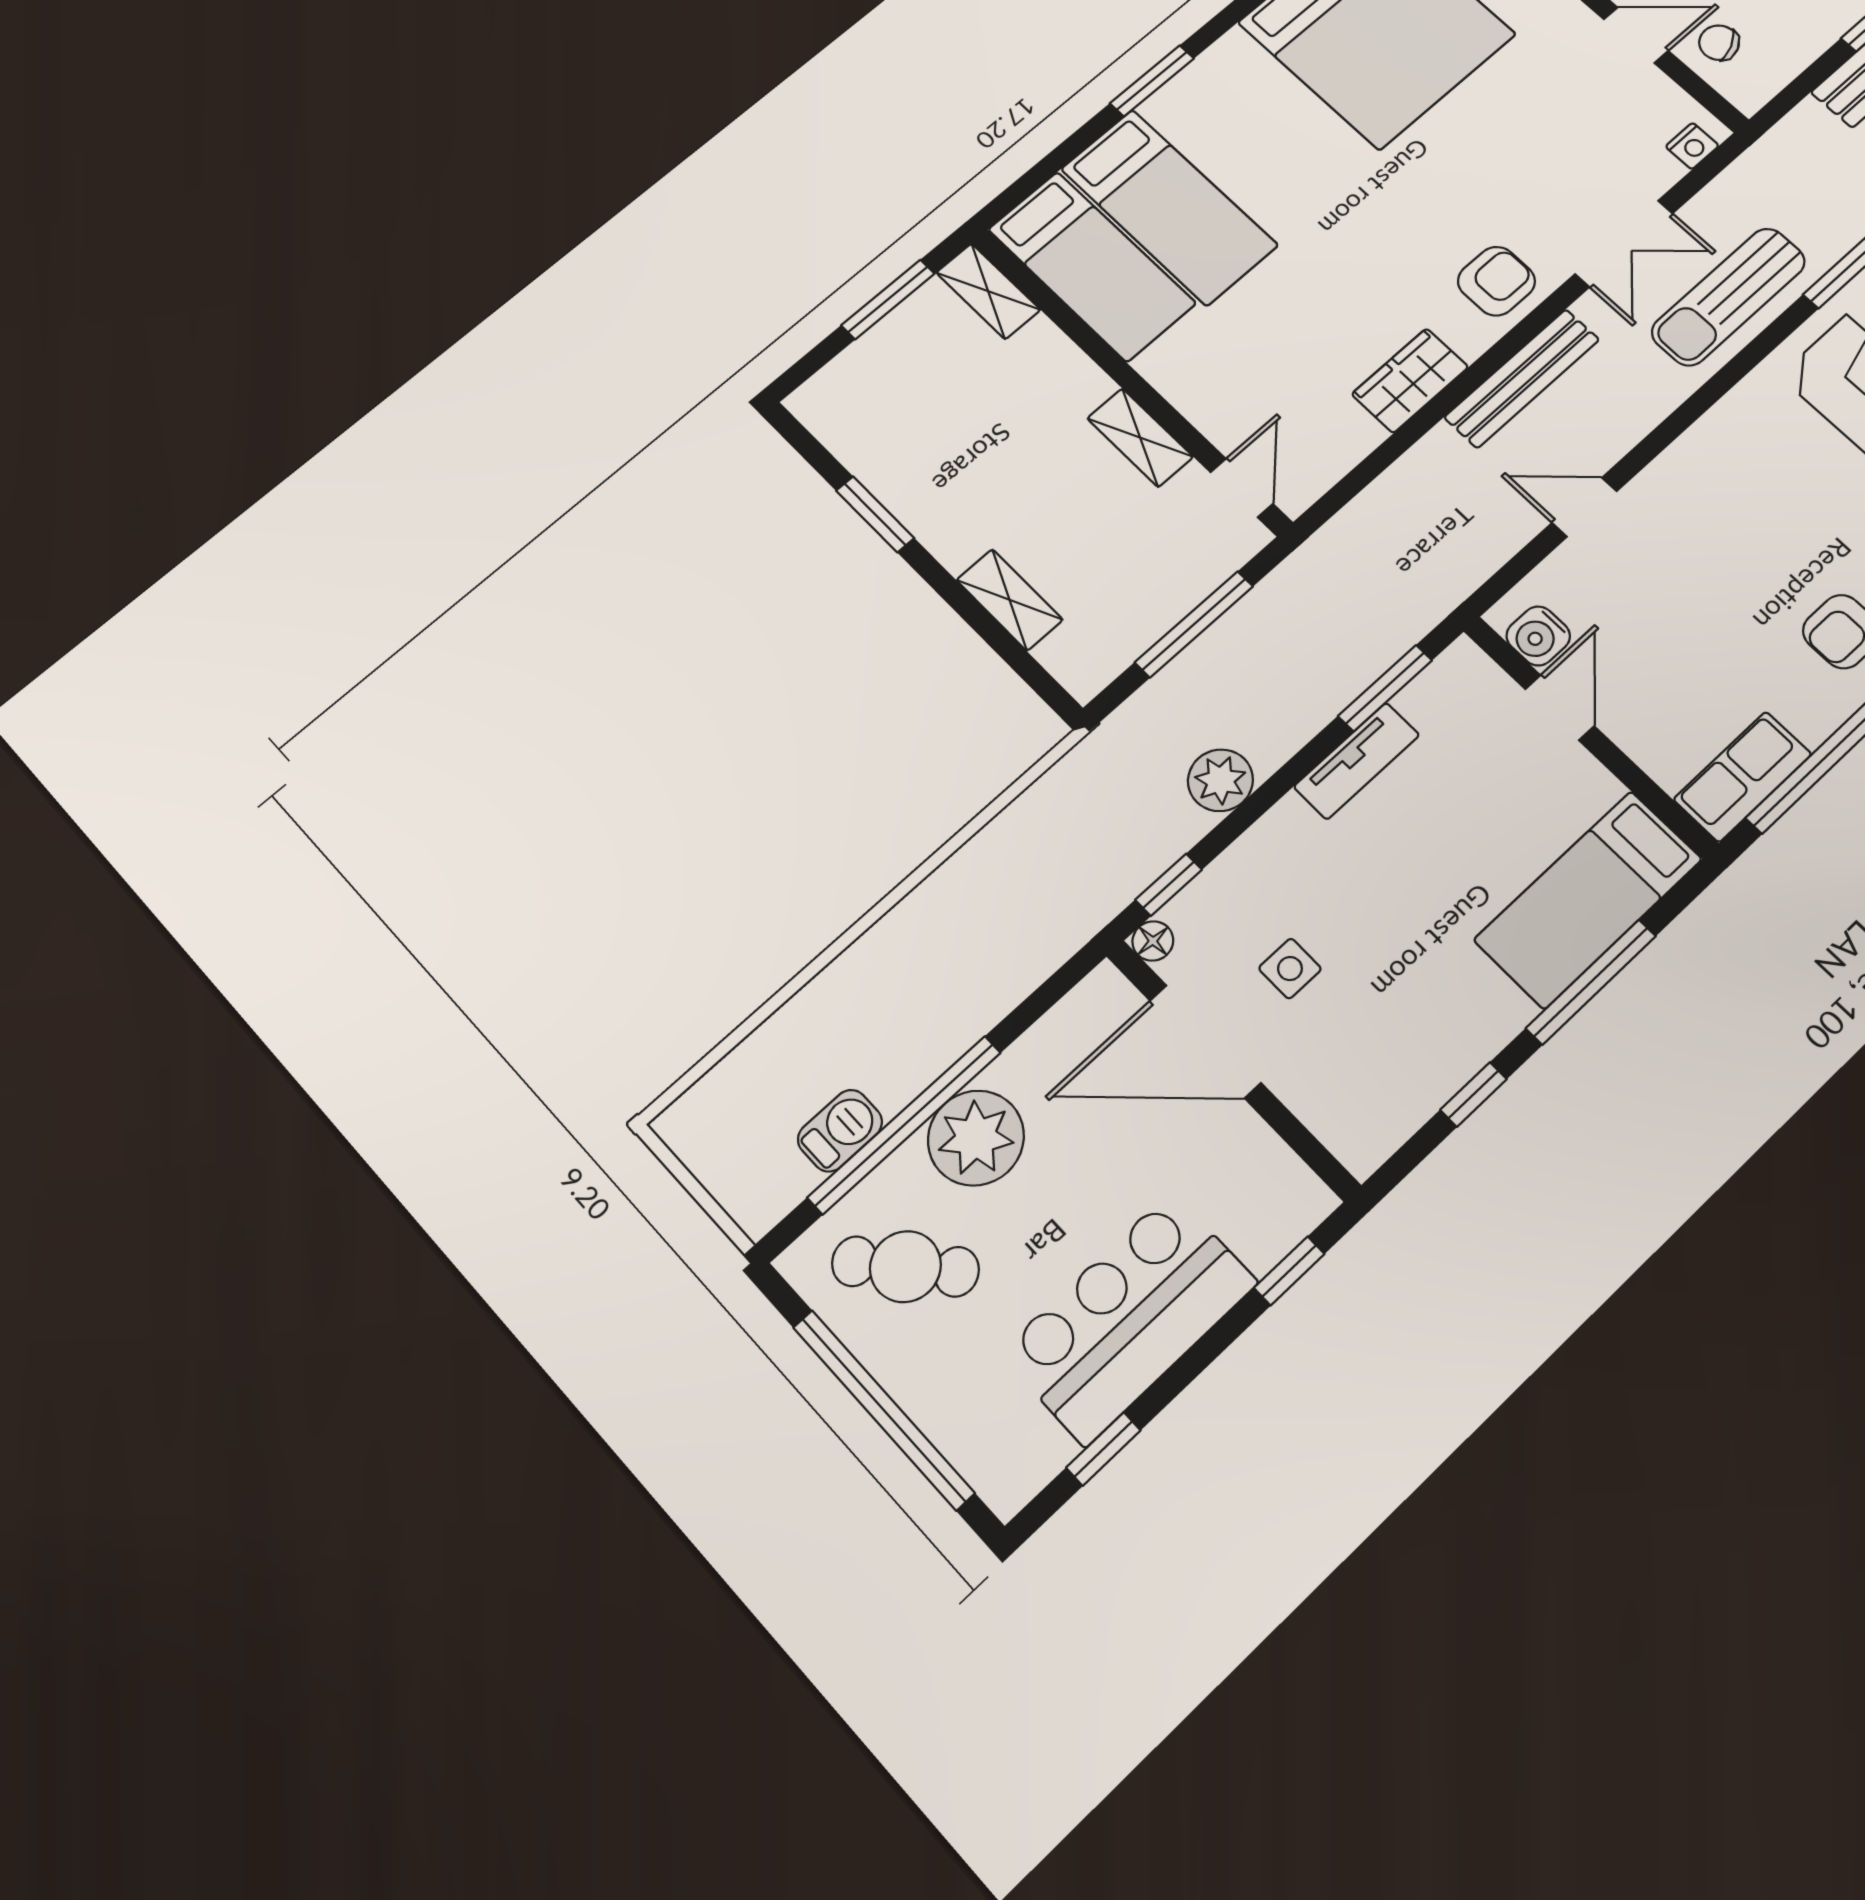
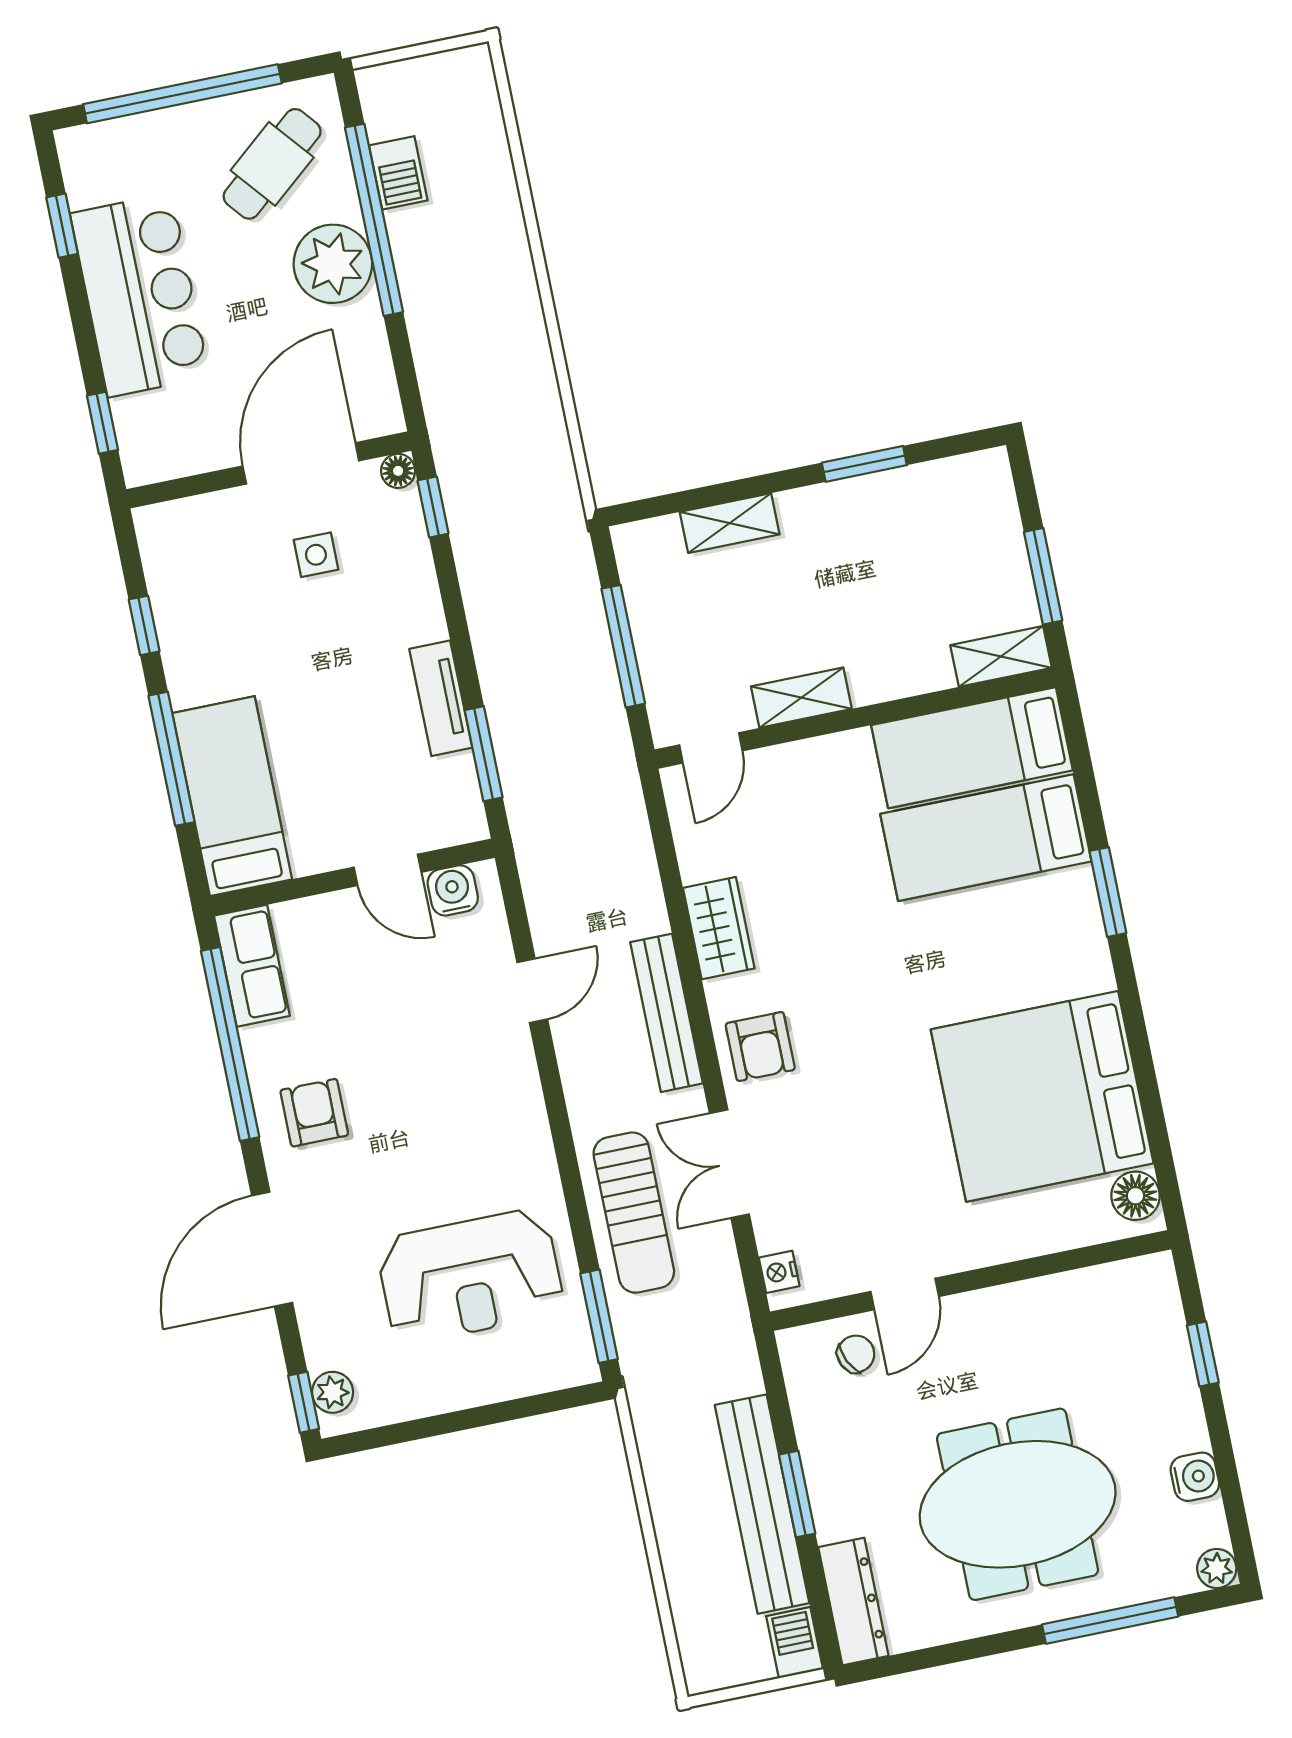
sun lounger: (1728, 297) -> (634, 1213), turned 180
door: (1242, 488) -> (711, 748), hinge flipped
plant: (1220, 780) -> (489, 592), removed

